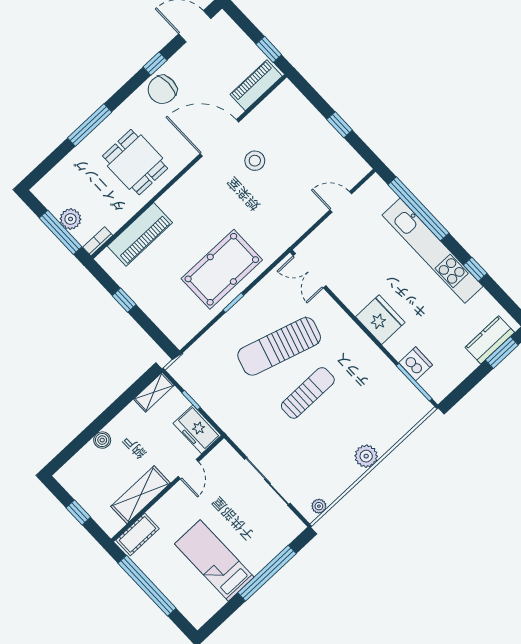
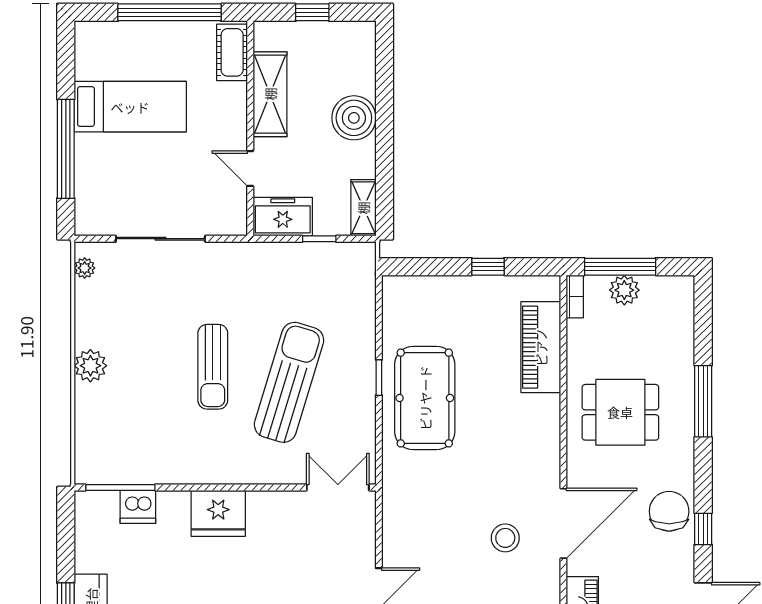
boiler: (102, 440) -> (354, 118), width x1.86, depth x1.86

